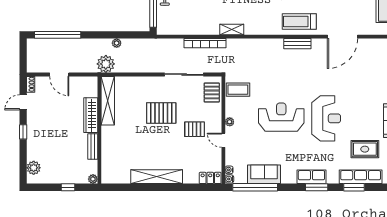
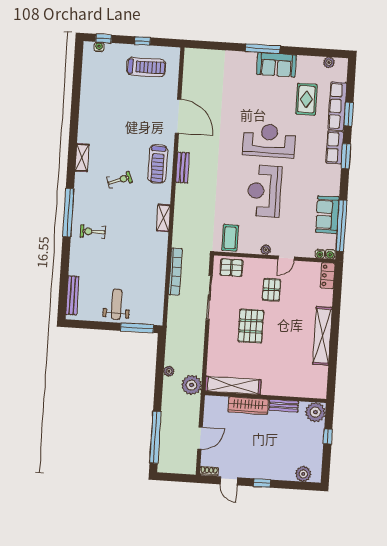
shelving: (232, 30) -> (163, 218), moved
row of seats: (311, 177) -> (335, 147), moved
plant: (93, 179) -> (315, 412), width x1.87, depth x1.87

